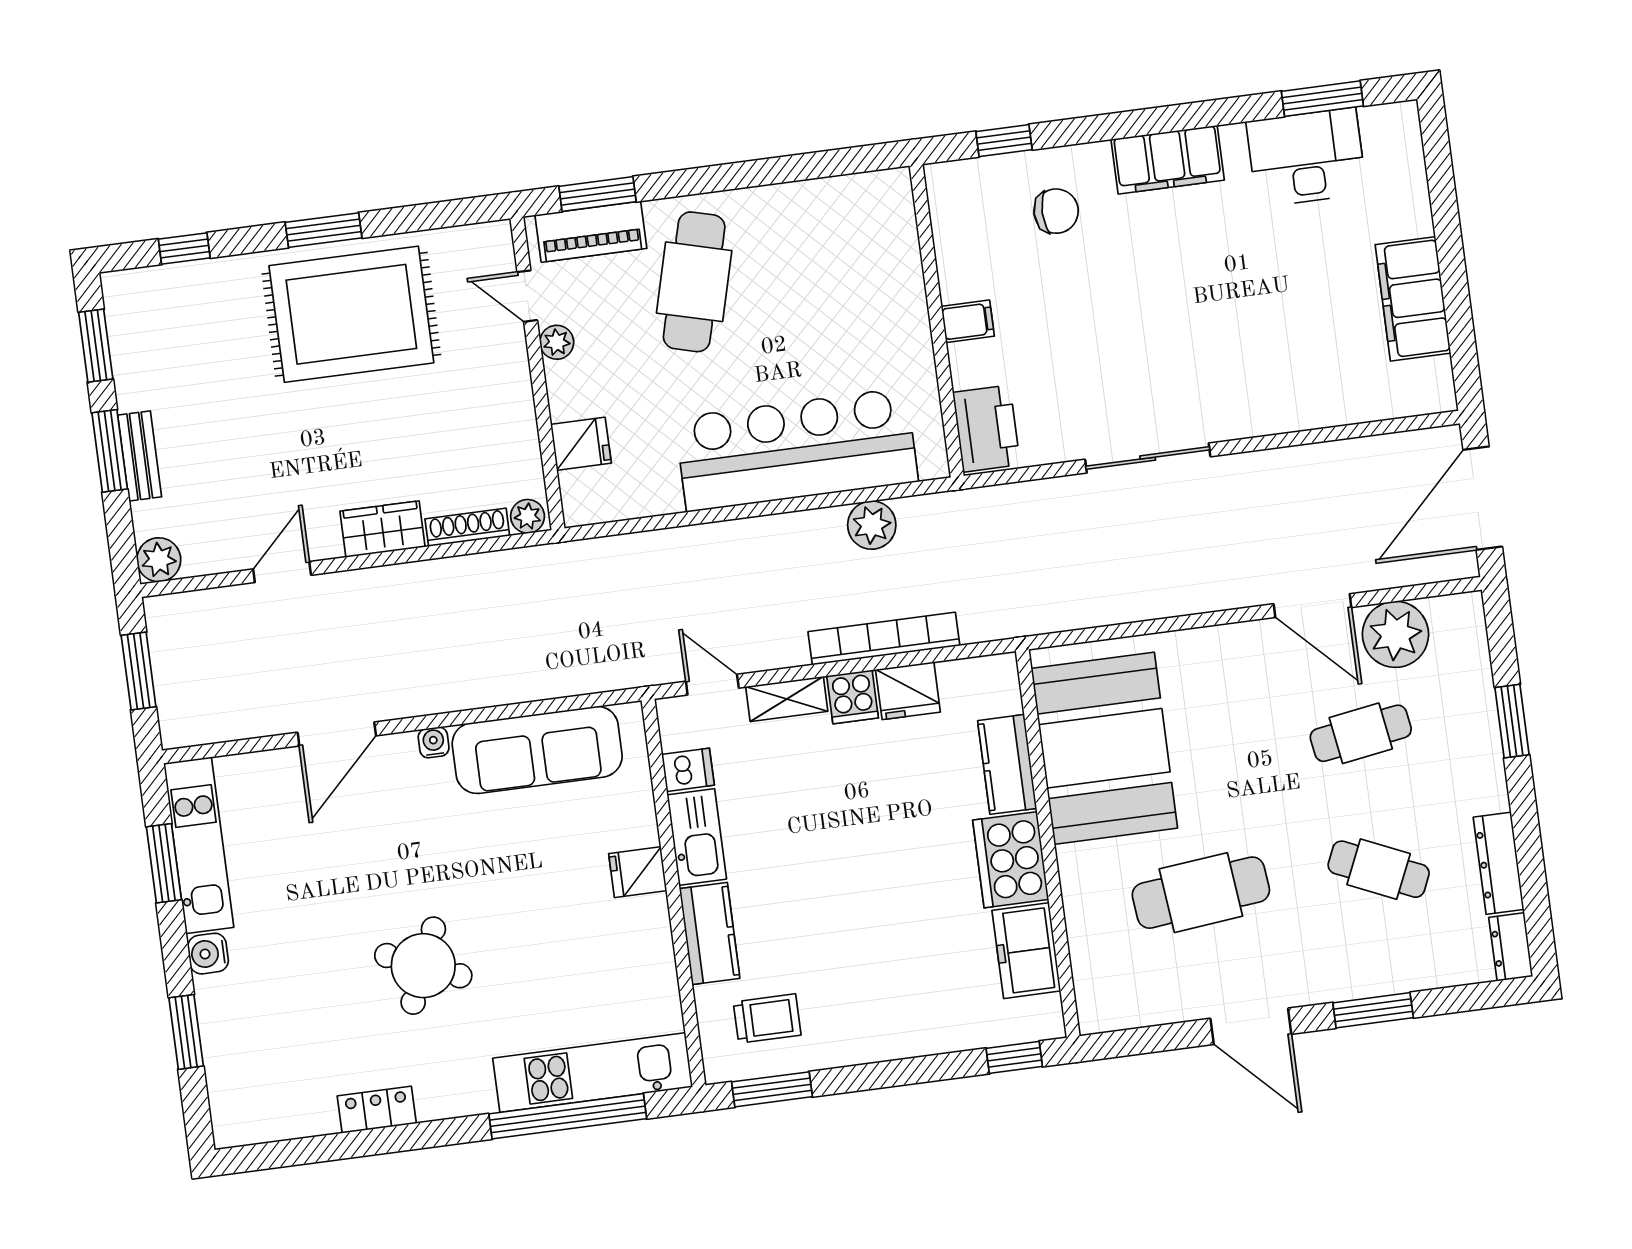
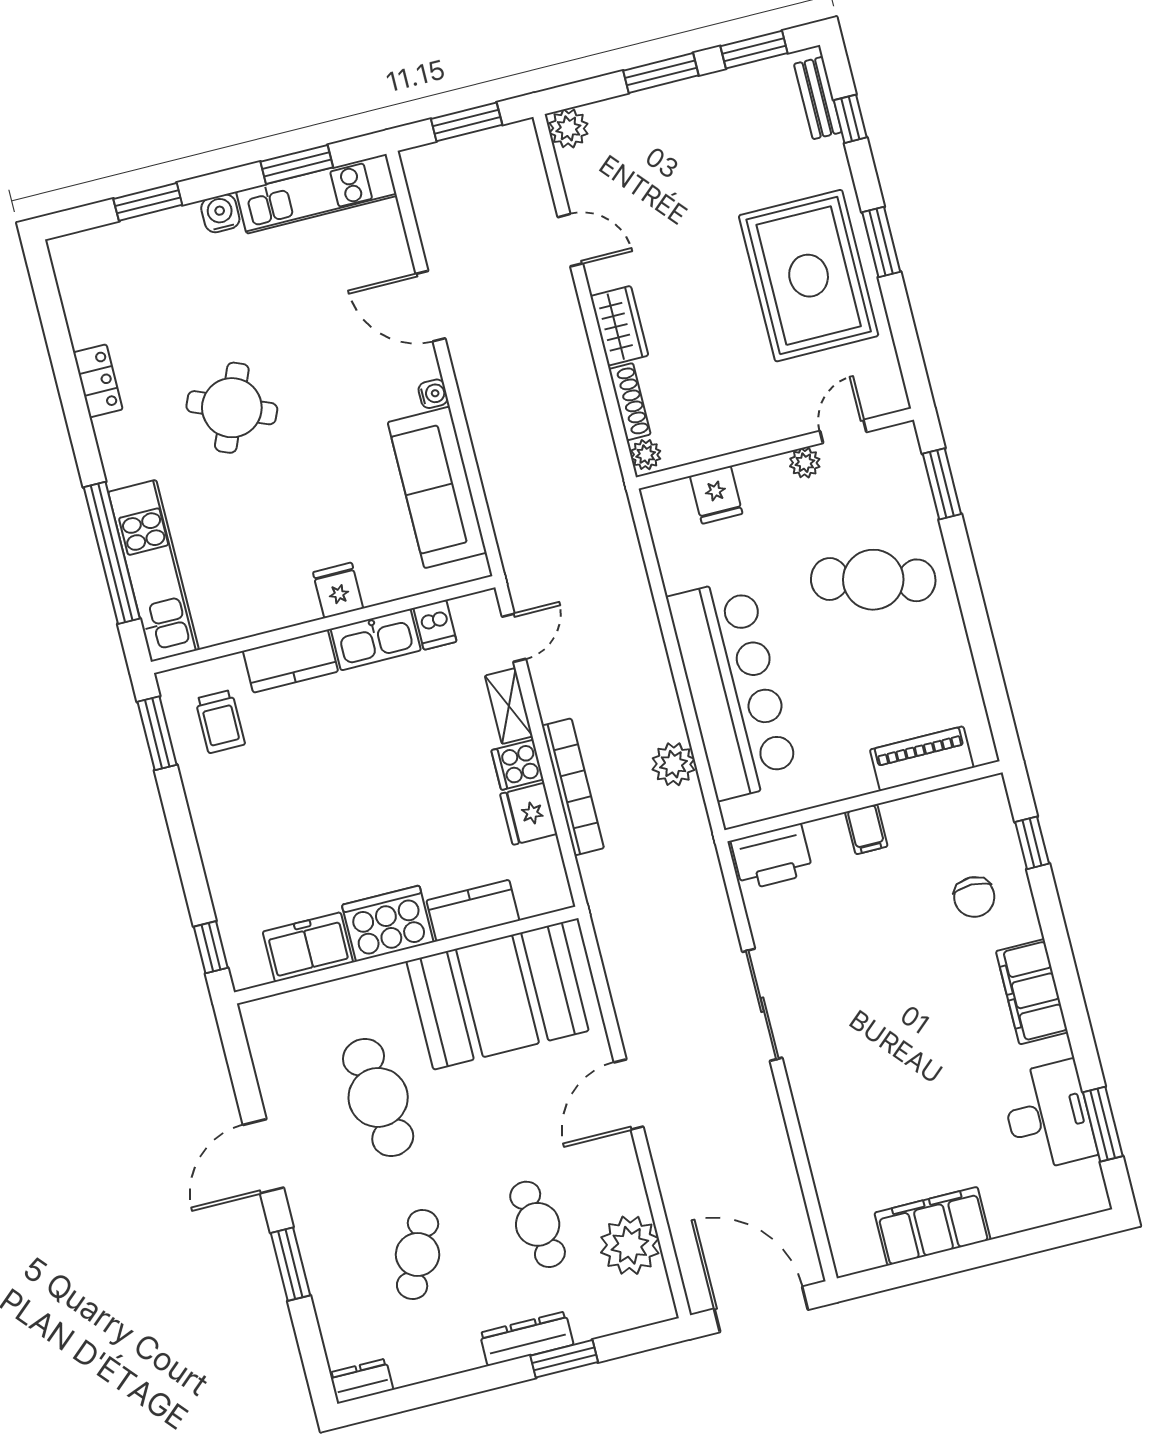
piano: (591, 232) -> (922, 759), moved, turned 90
bench: (140, 456) -> (818, 98), moved, turned 90
door: (1313, 606) -> (629, 1095), moved
dresser: (1499, 863) -> (527, 1339), moved

